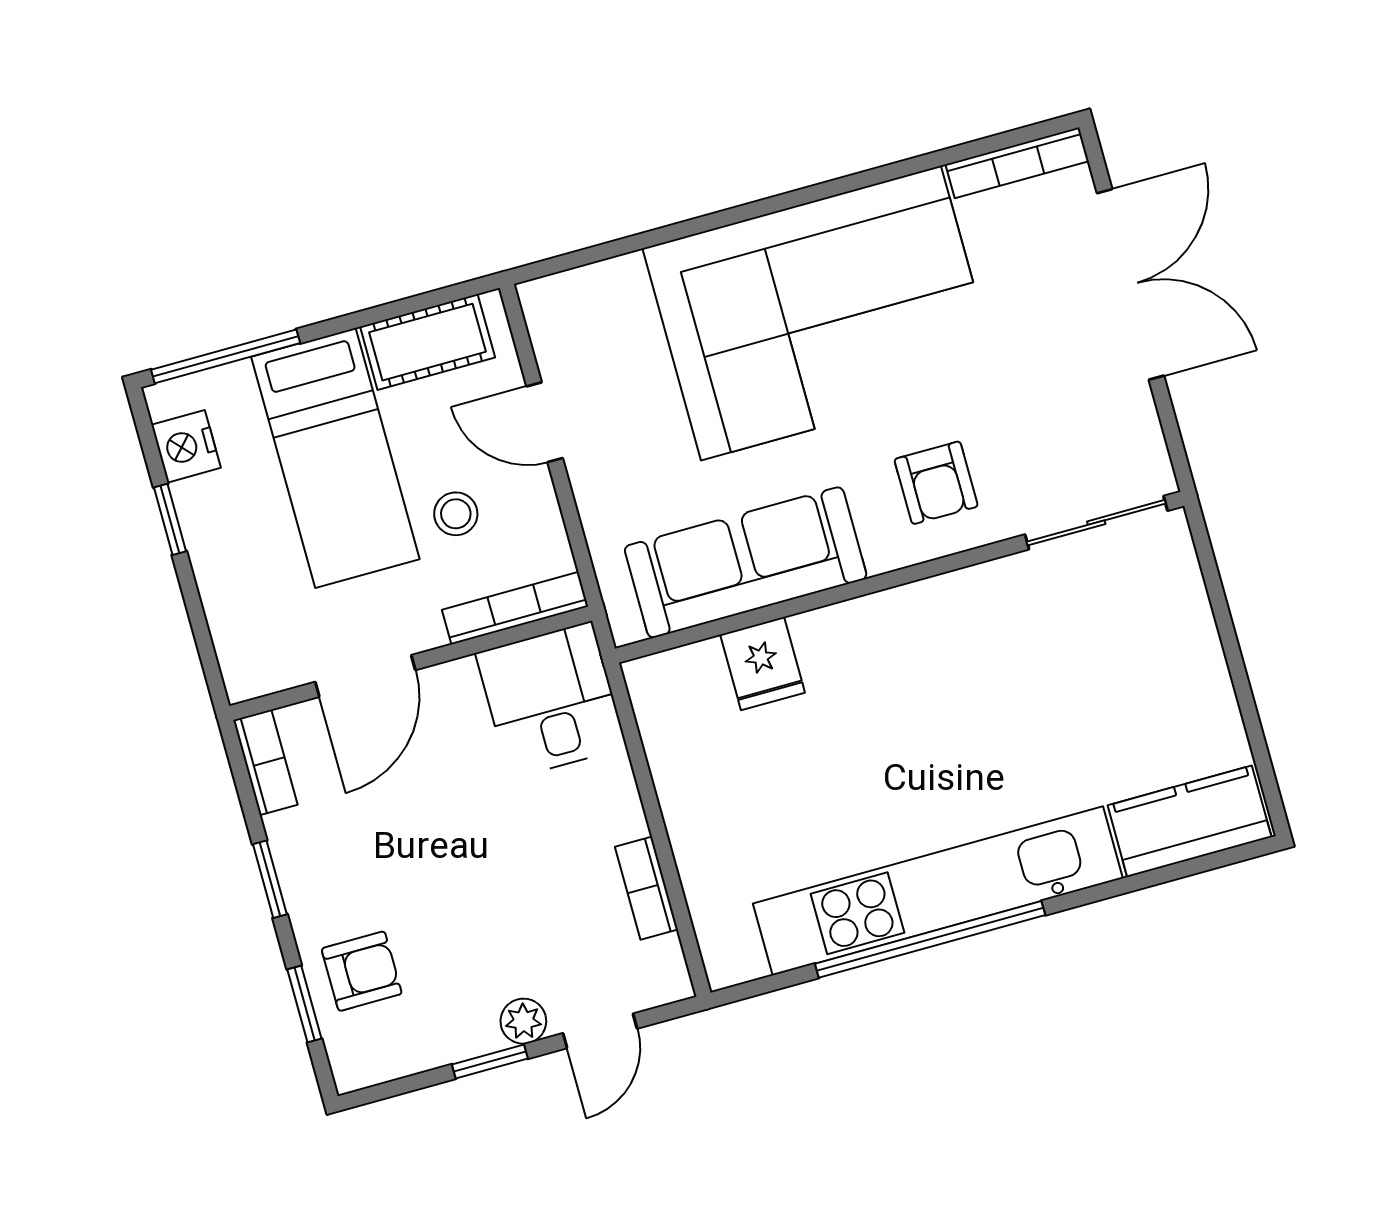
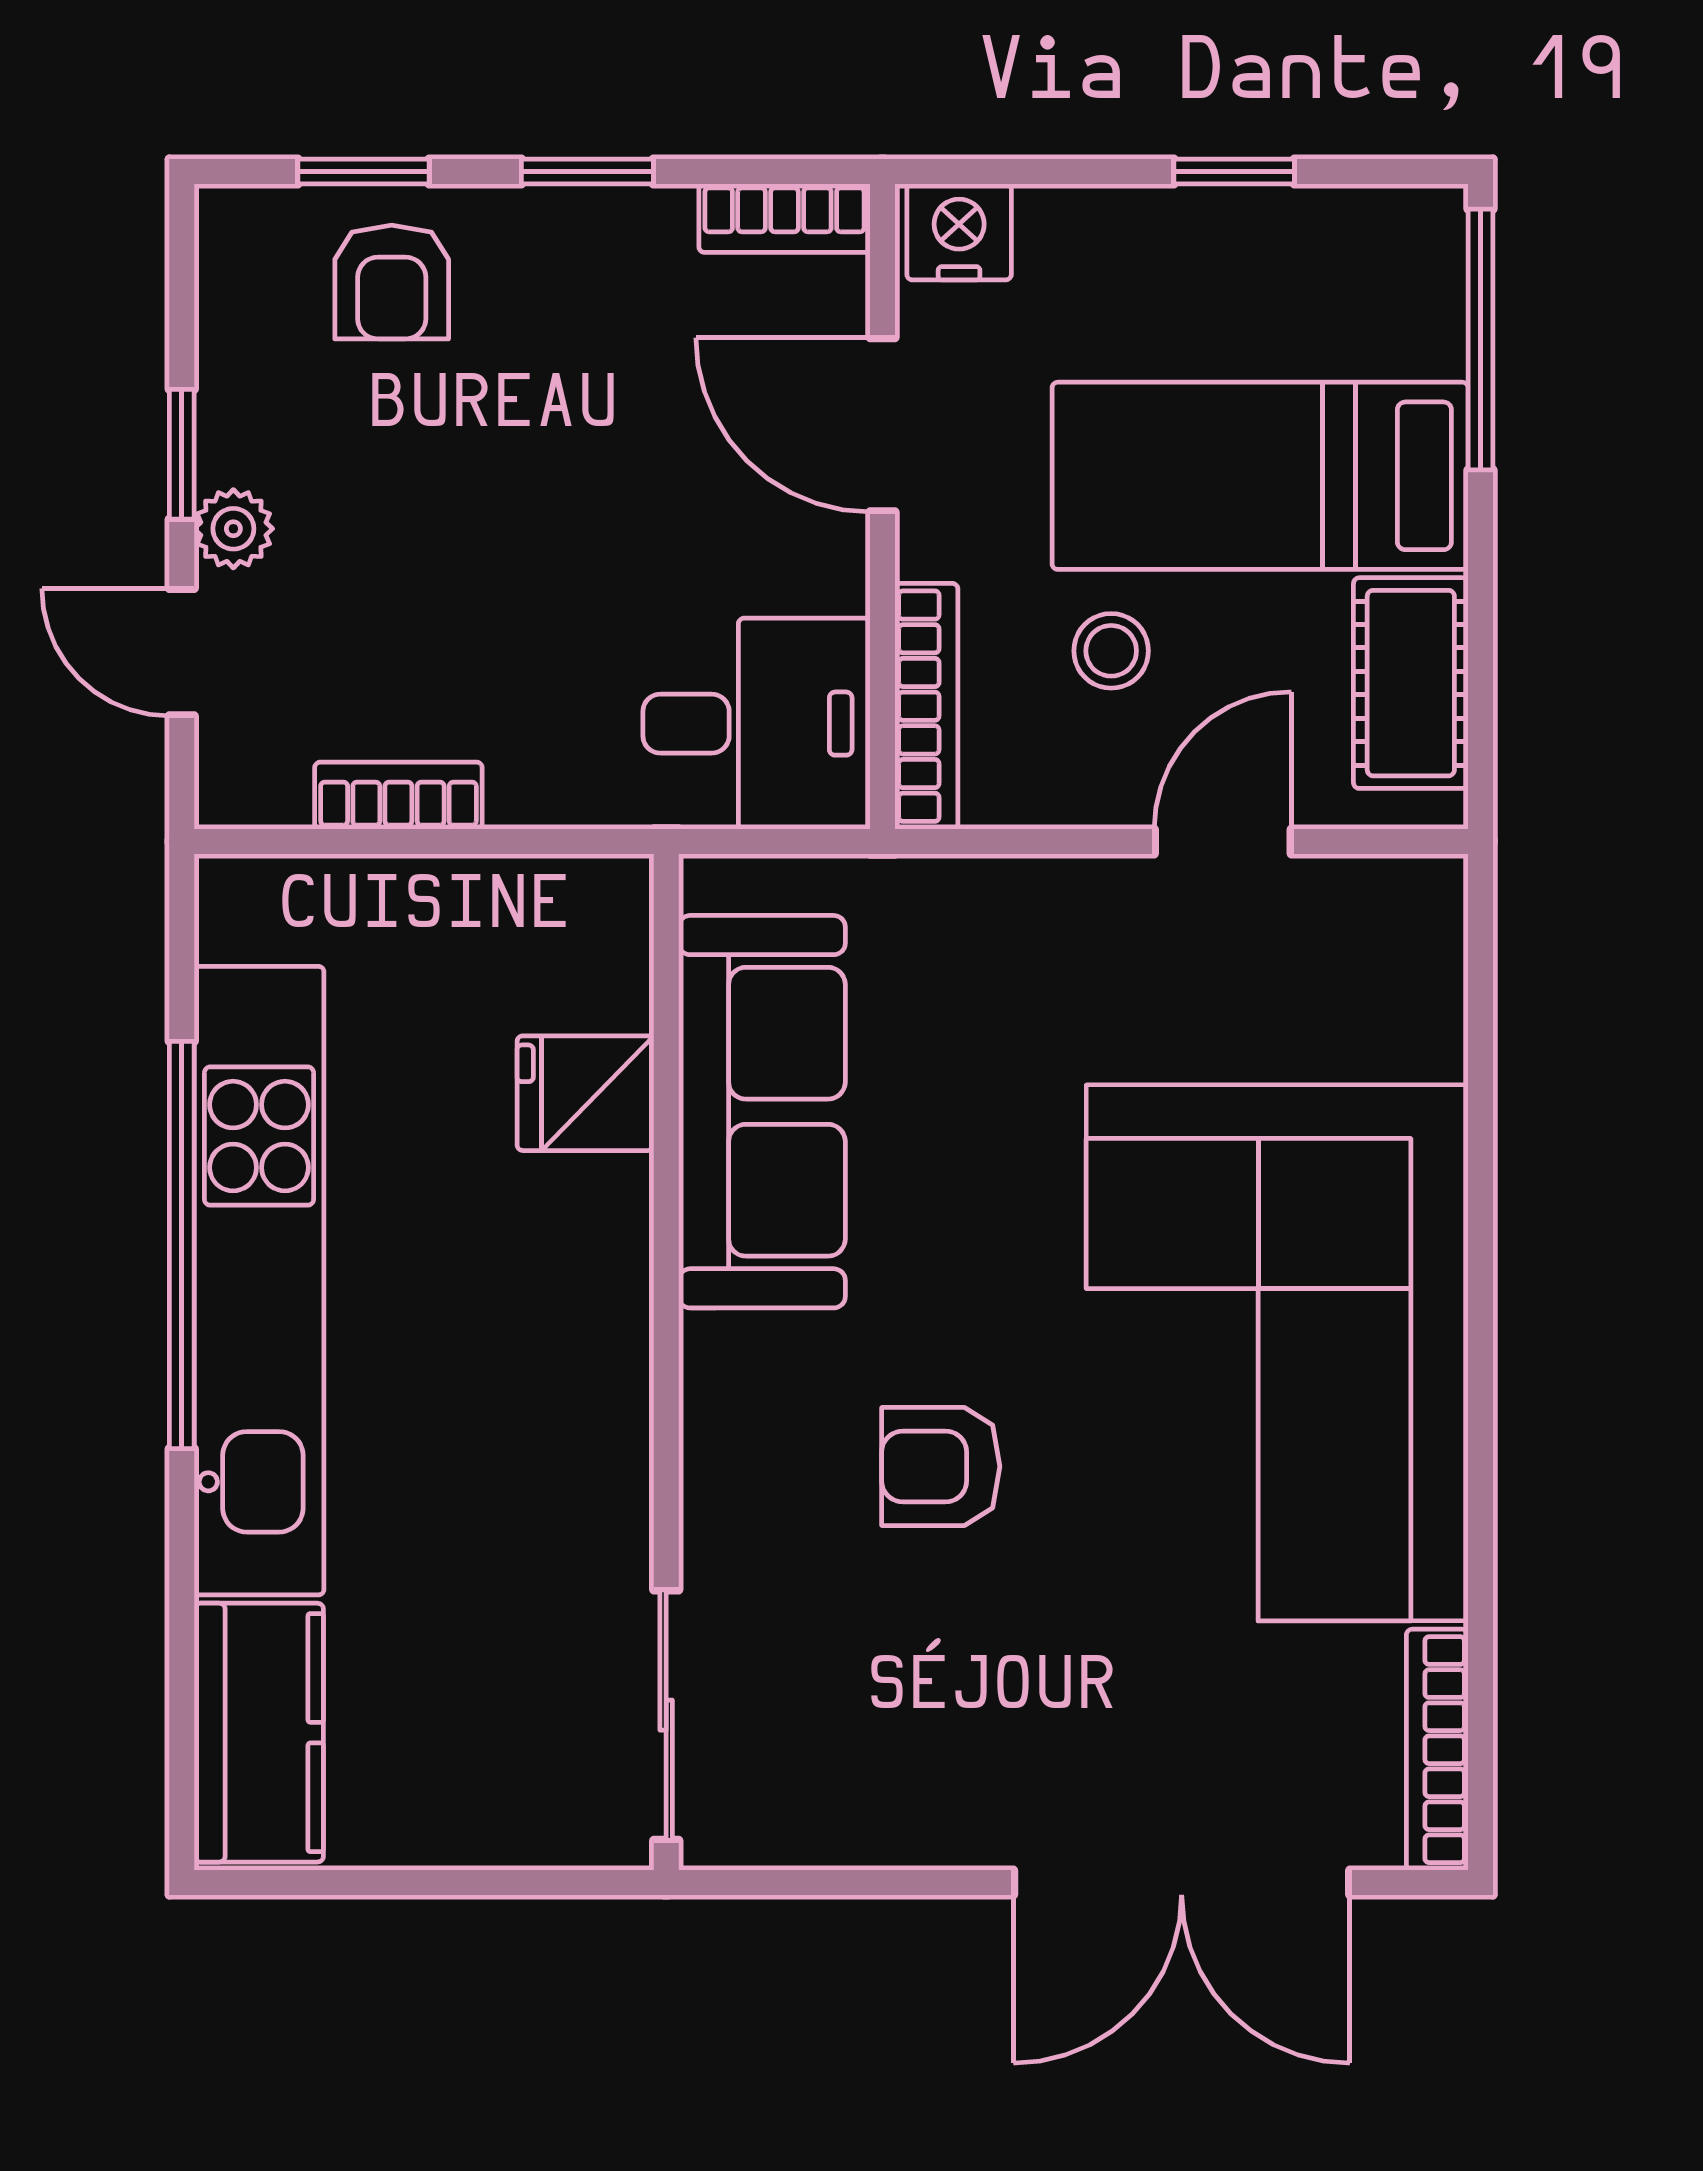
nightstand: (186, 446) -> (959, 232), moved
sliding door: (1096, 523) -> (666, 1715), moved
sofa: (746, 562) -> (762, 1112), moved
wall: (900, 577) -> (666, 1362), moved
fridge: (762, 664) -> (585, 1093), moved

